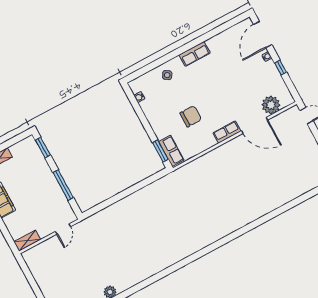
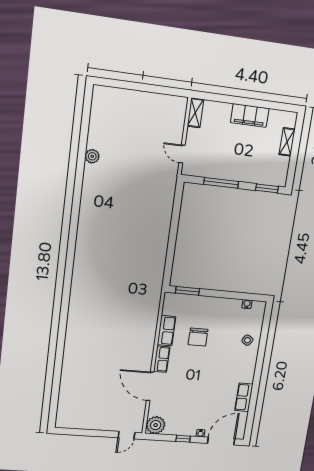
door: (263, 35) -> (221, 441), hinge flipped
row of seats: (195, 54) -> (244, 397), moved
plant: (271, 105) -> (156, 425), moved
door: (255, 125) -> (150, 386), hinge flipped
row of seats: (171, 151) -> (166, 331), moved, turned -90

